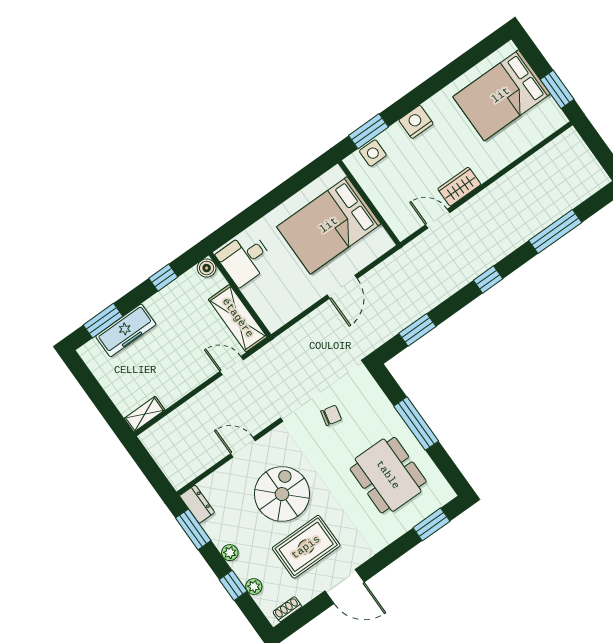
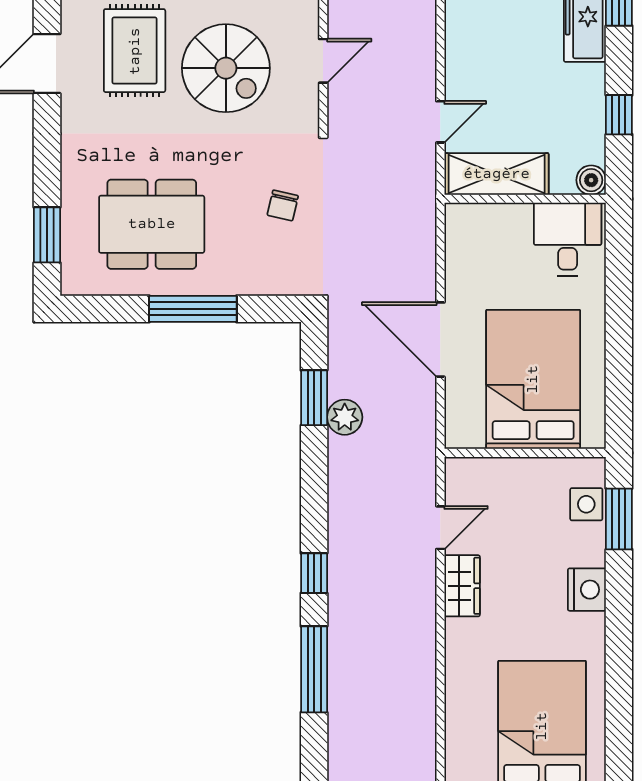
window: (488, 279) -> (314, 573), moved
door: (342, 287) -> (440, 340), width x1.36
plant: (416, 307) -> (345, 417), added

